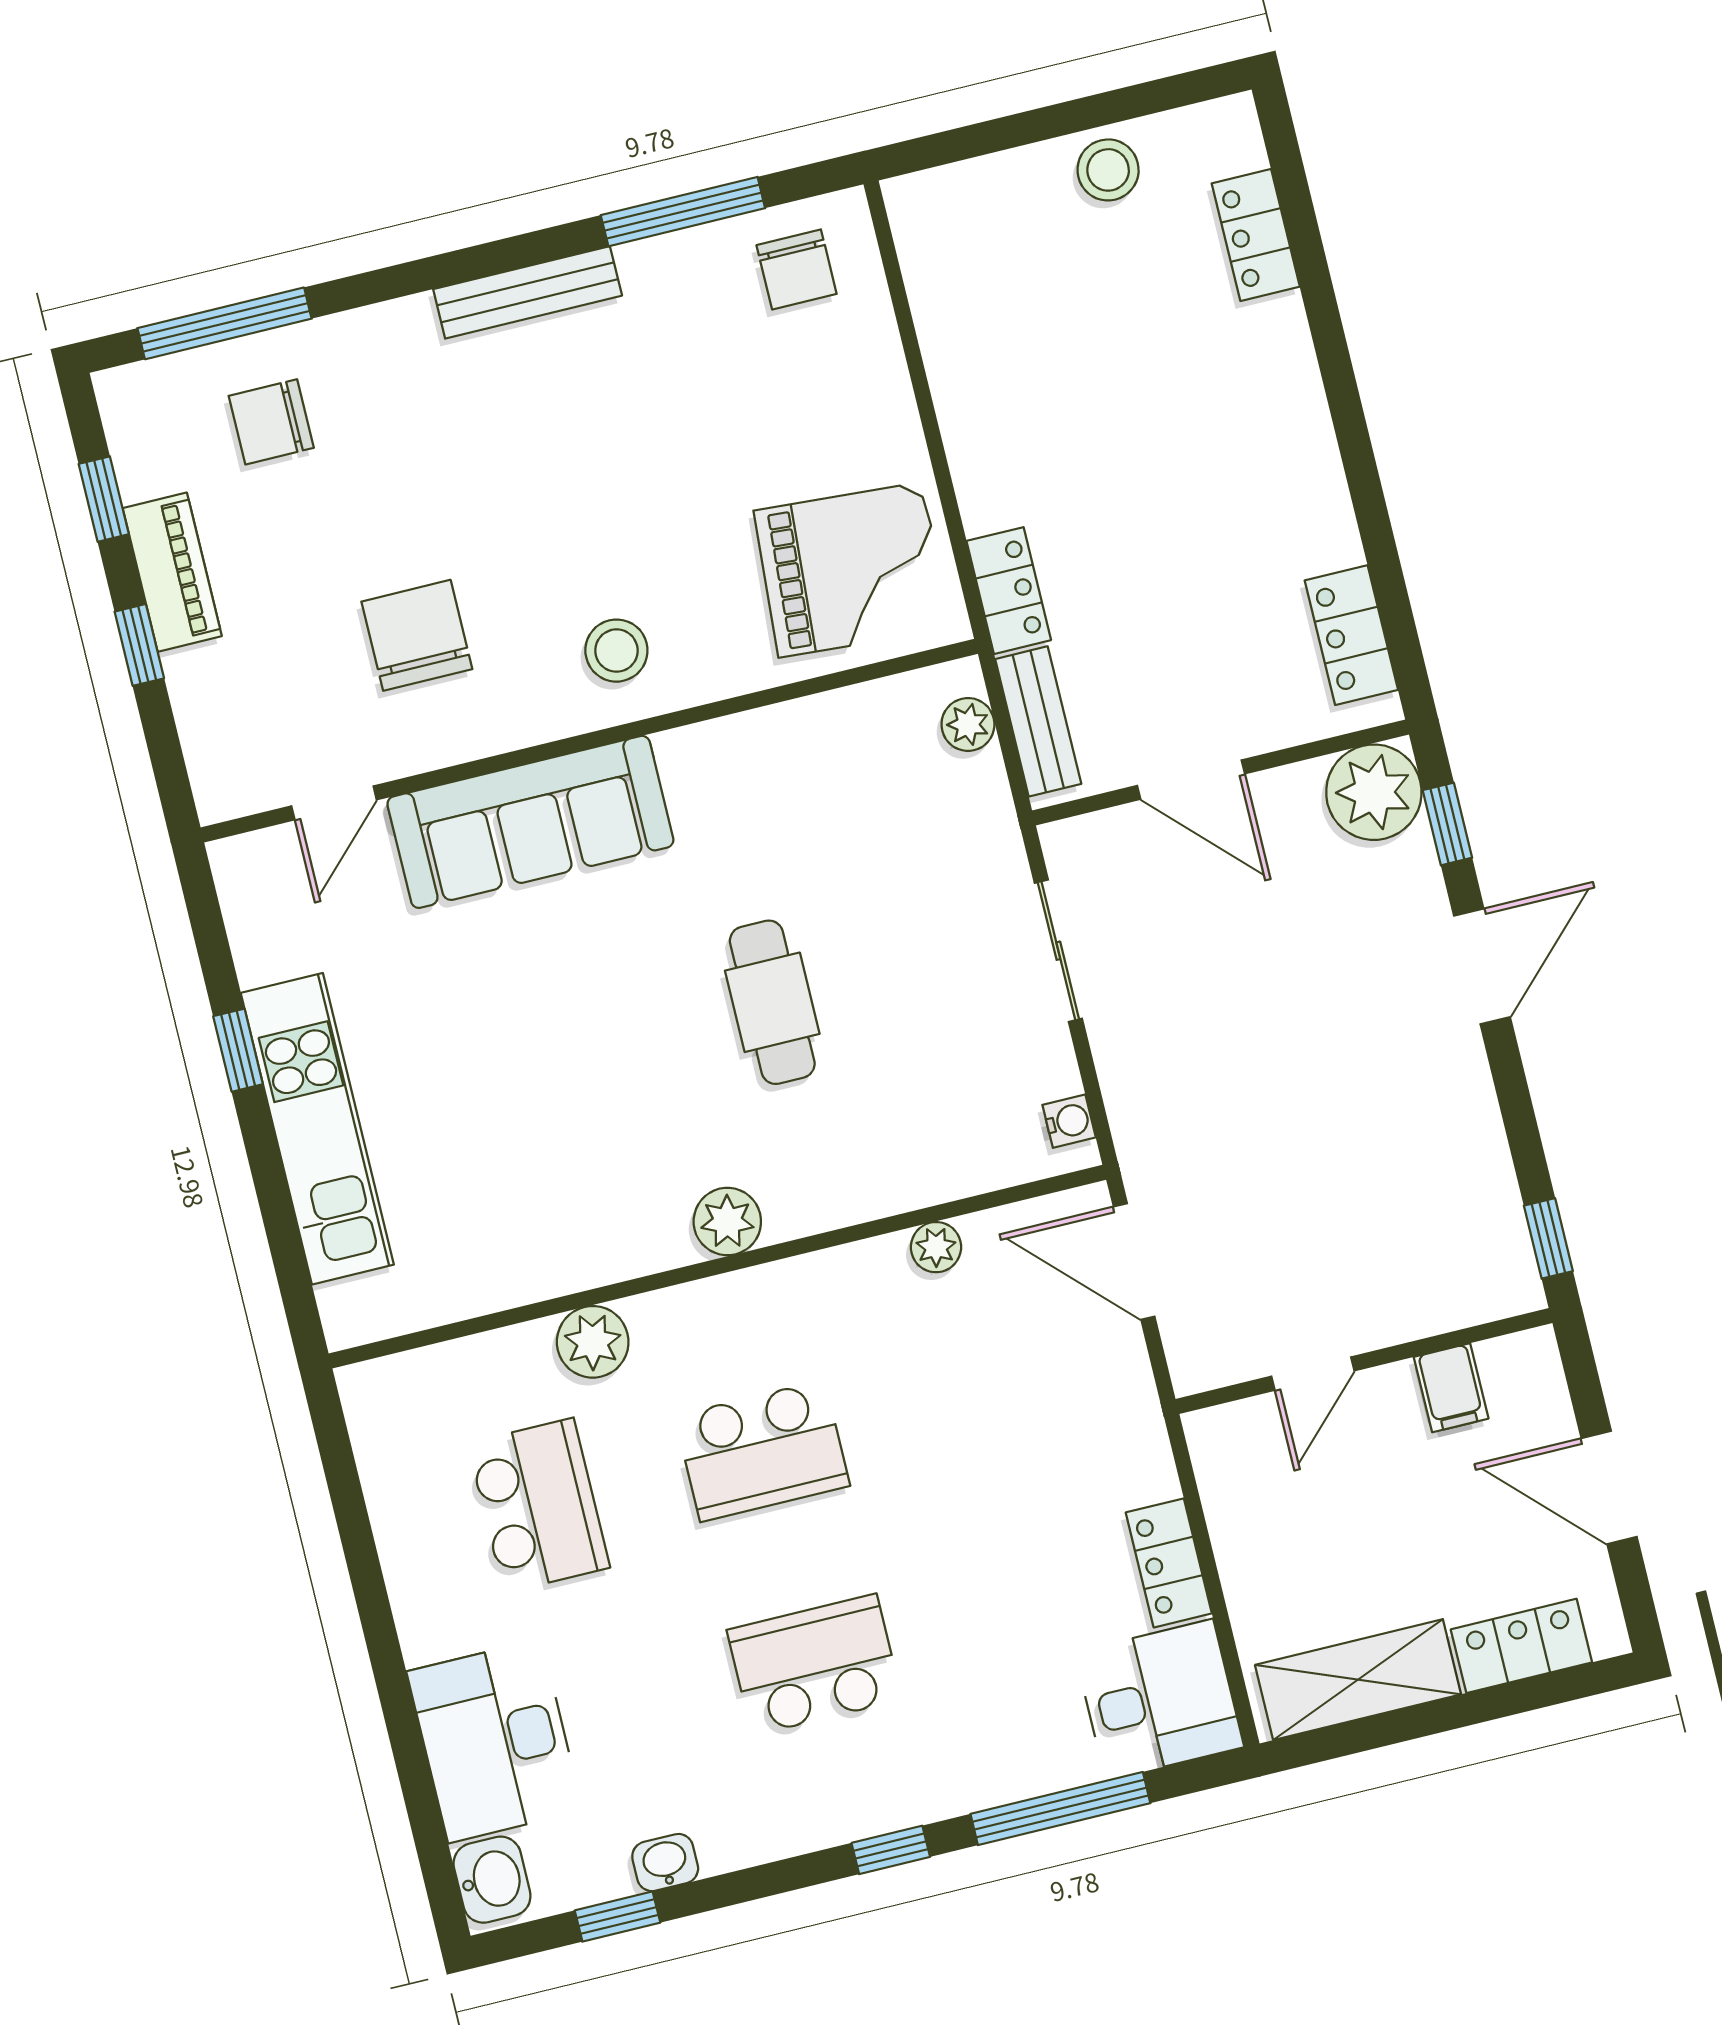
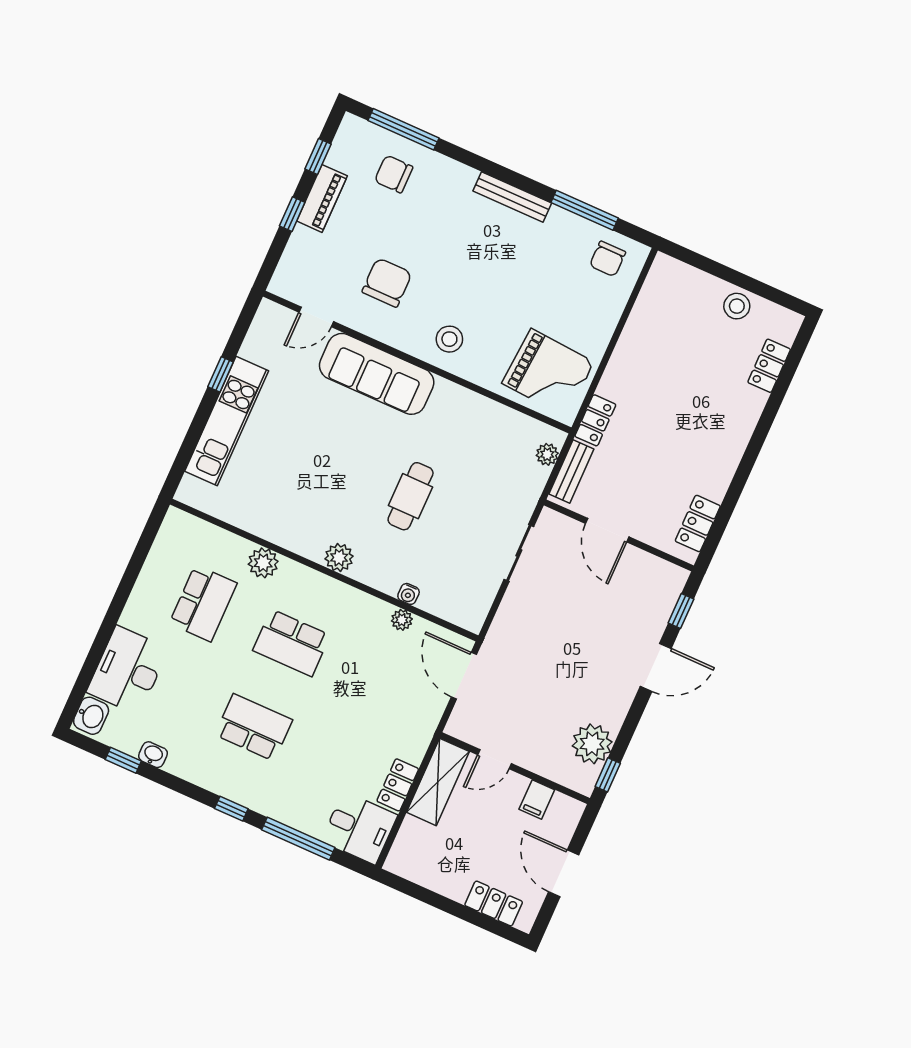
plant: (1374, 792) -> (592, 744), moved
water cooler: (1069, 1121) -> (409, 594), moved, turned 90
shelving: (1358, 1680) -> (438, 782), moved, turned 90

